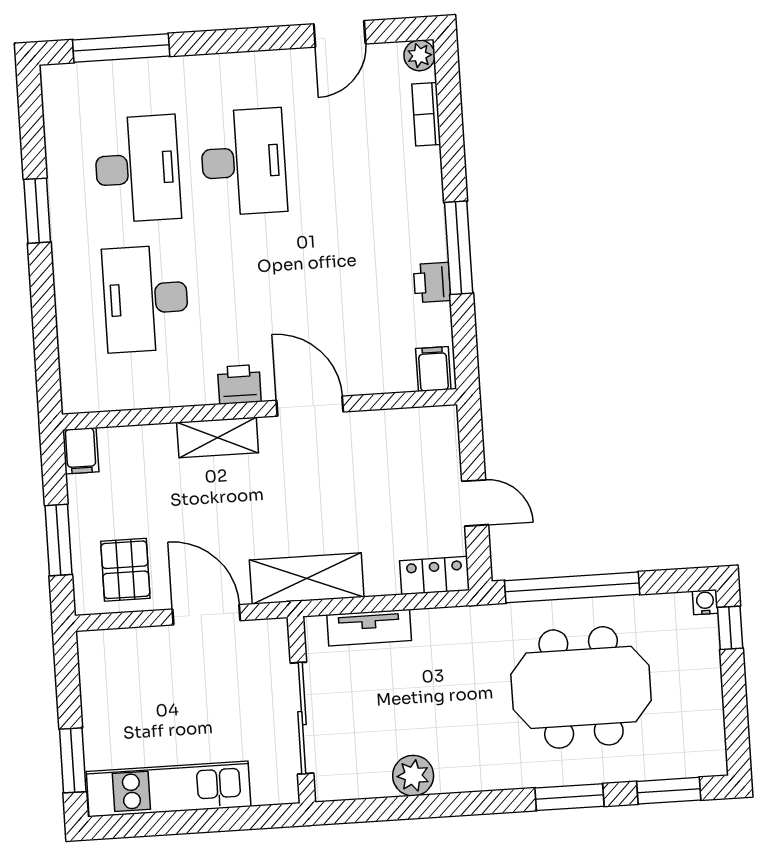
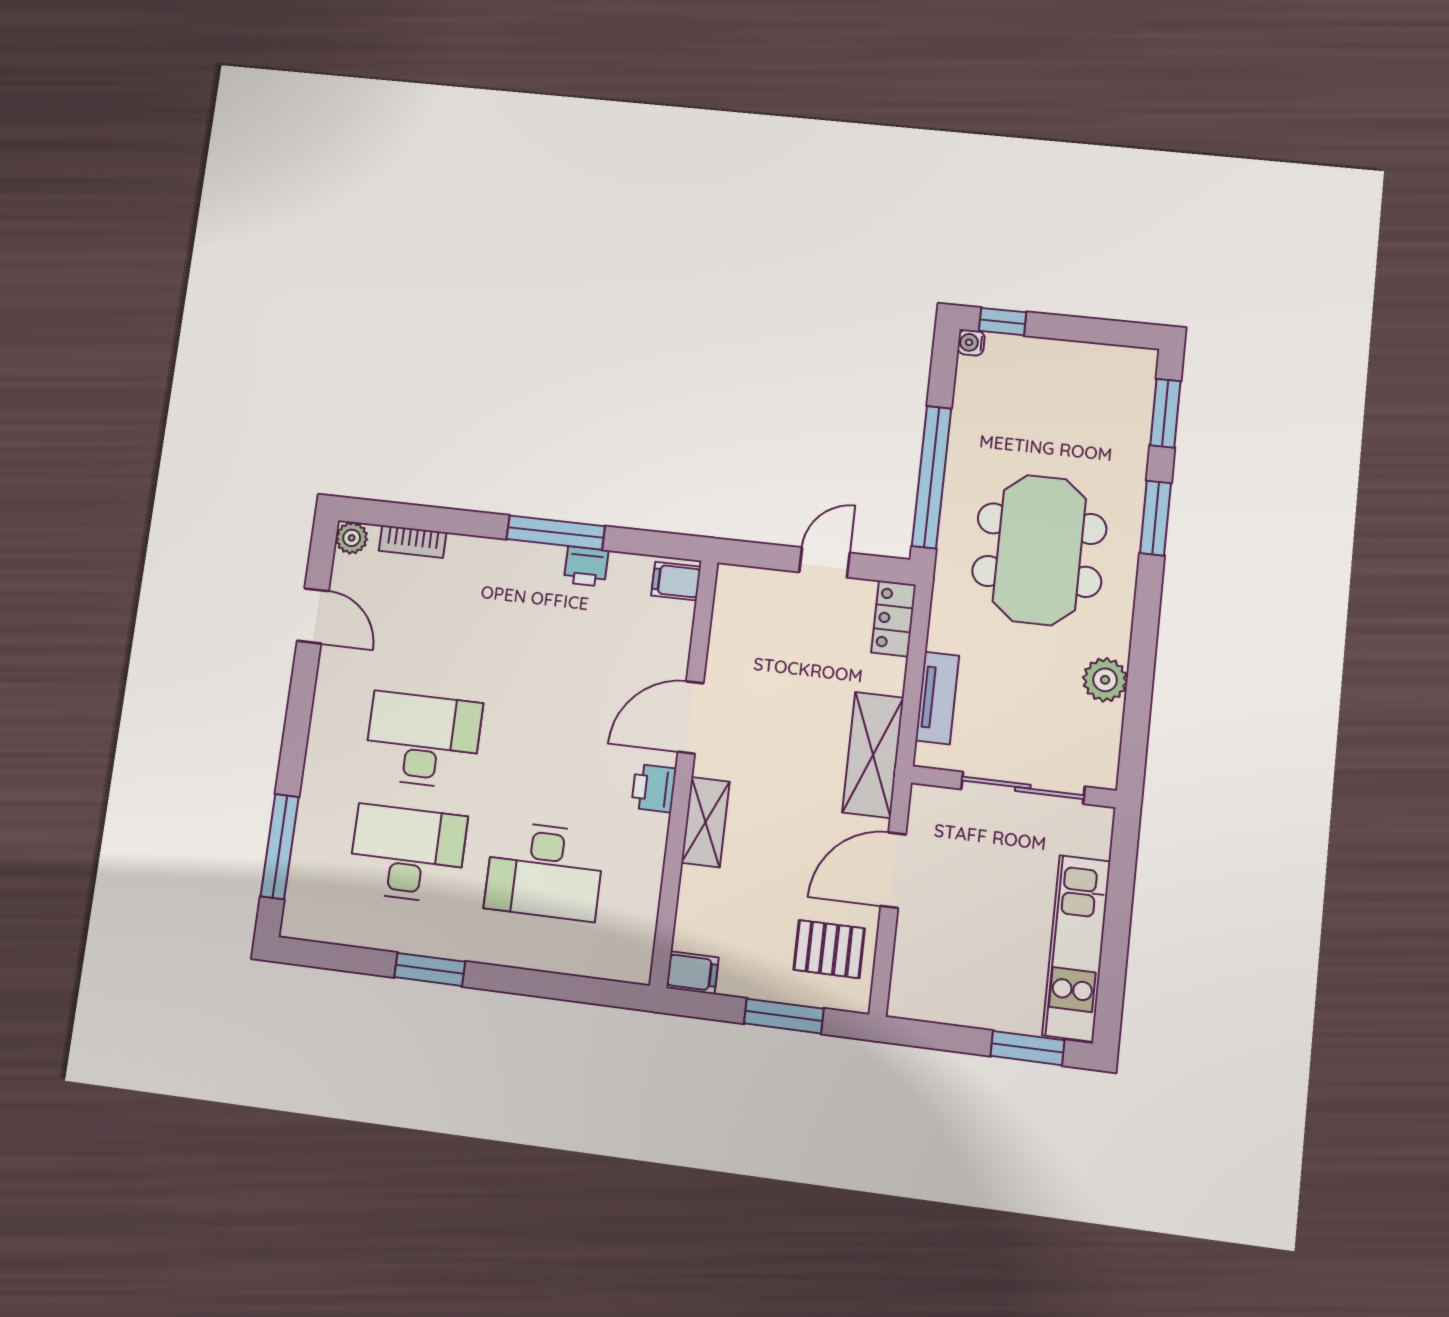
meeting table: (581, 687) -> (1039, 550), moved

